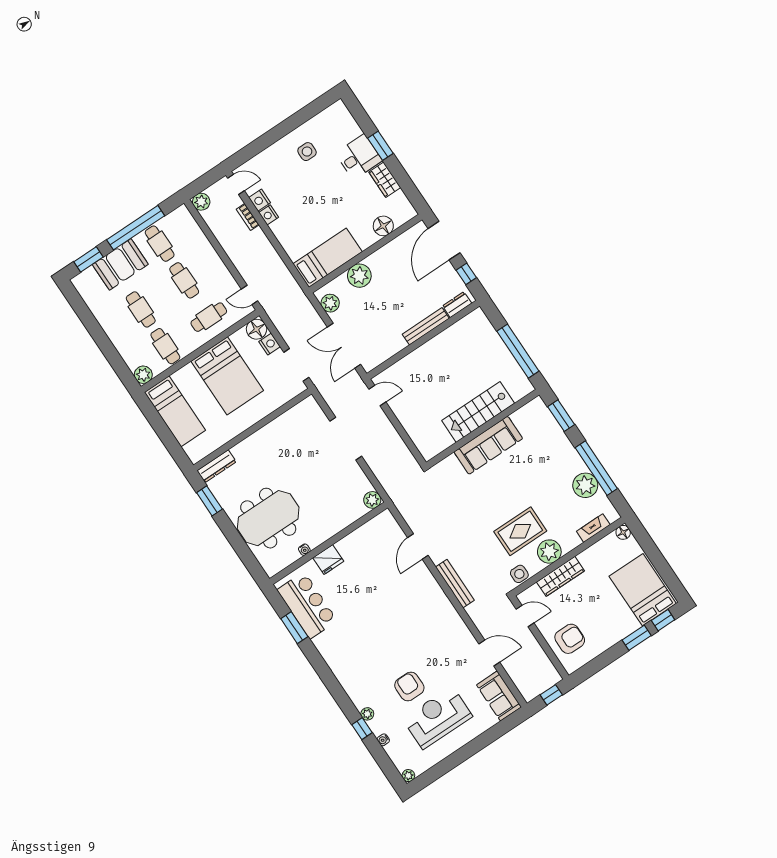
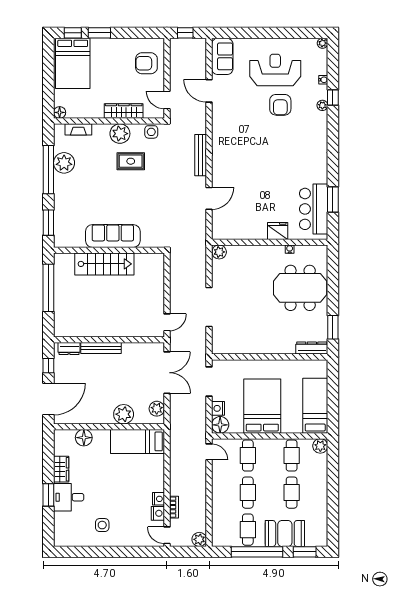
cafe table: (209, 317) -> (248, 456), turned 90
door: (377, 396) -> (167, 322), swing flipped
rug: (520, 531) -> (131, 161), width x0.73, depth x0.70
reception desk: (438, 718) -> (275, 70), turned 180

